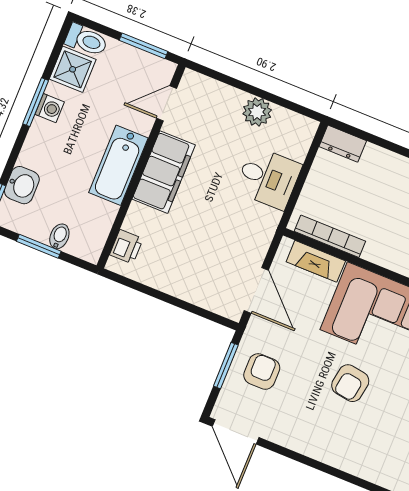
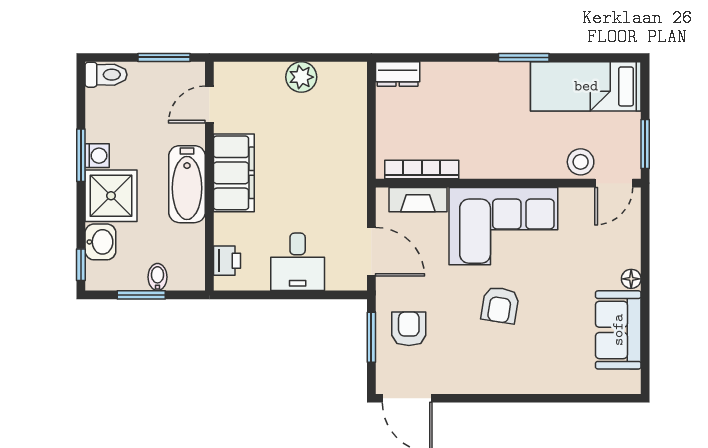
shower: (73, 69) -> (111, 196), moved, width x1.36, depth x1.36
desk: (268, 178) -> (298, 262), moved, turned 90

